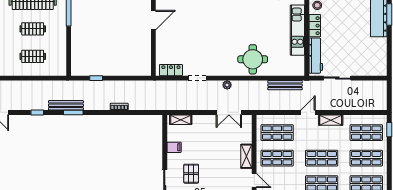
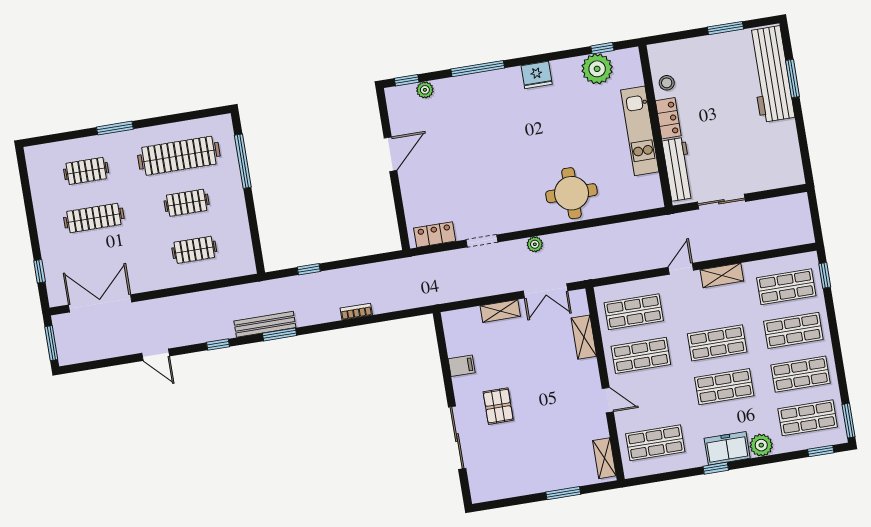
bench: (285, 85) -> (634, 228), removed
shelving: (181, 120) -> (500, 311), moved
shelving: (246, 156) -> (584, 337), moved

